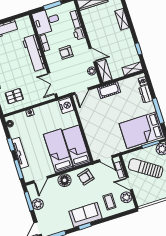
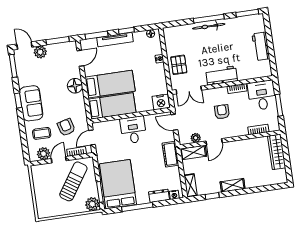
shelving: (122, 19) -> (233, 185), moved
printer: (79, 34) -> (241, 130), removed
workbench: (34, 53) -> (222, 75), width x0.73
double door: (52, 84) -> (189, 90), swing flipped
pallet: (14, 96) -> (179, 65), moved
desk: (94, 125) -> (133, 130), added
armchair: (86, 177) -> (66, 127), moved
door: (41, 180) -> (80, 58), swing flipped
plant: (38, 204) -> (40, 52), moved

